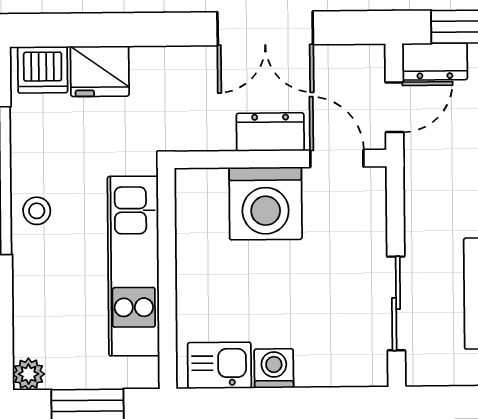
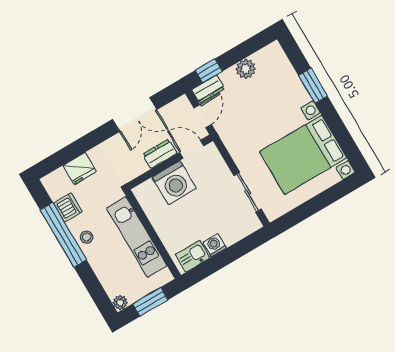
dishwasher: (43, 70) -> (68, 207), moved, turned -90

